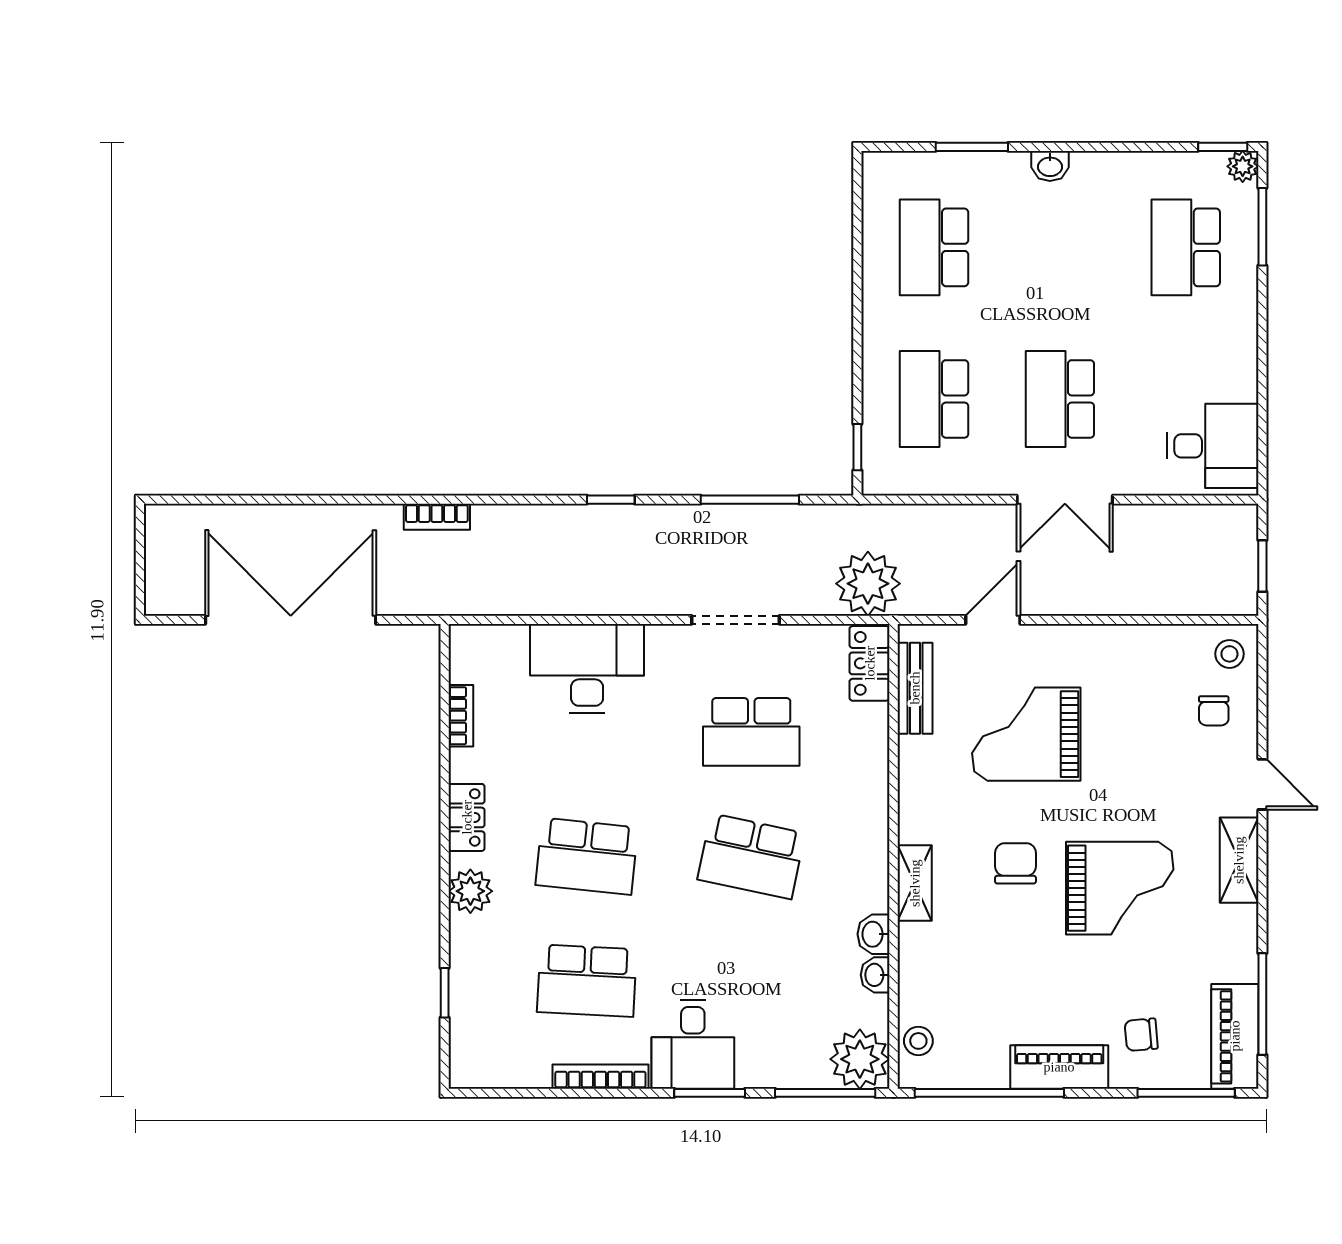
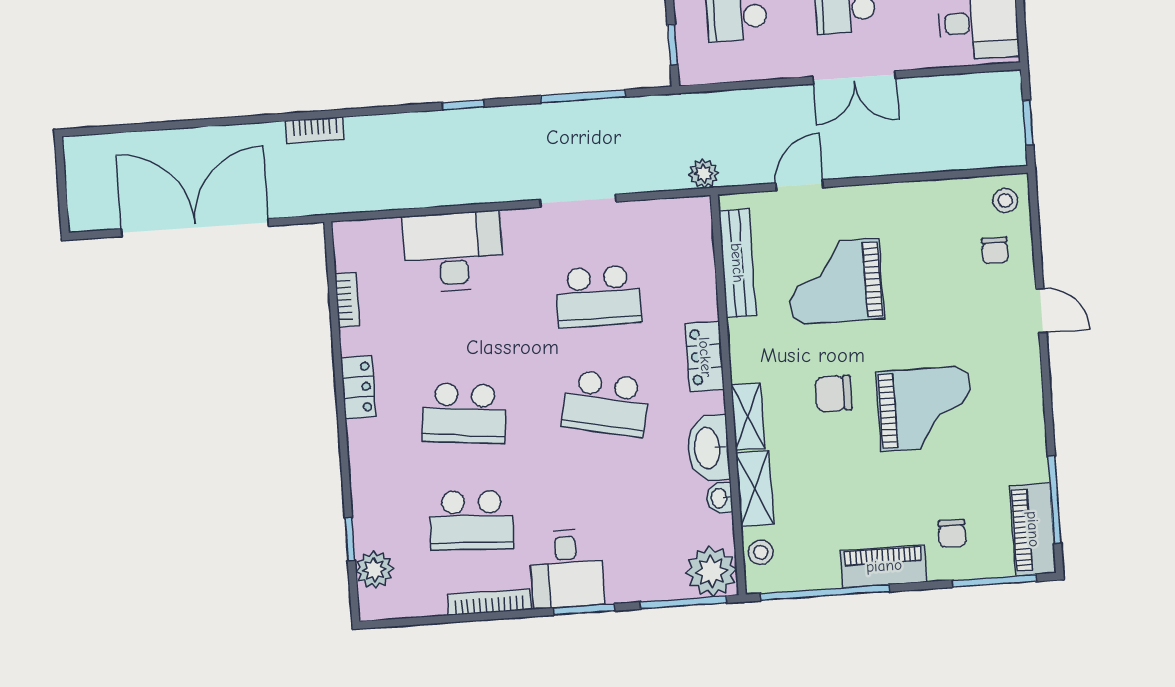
plant: (868, 584) -> (704, 174), width x0.53, depth x0.53
locker: (870, 663) -> (705, 357), moved
bench: (915, 688) -> (737, 263), width x1.36
shelving: (1239, 860) -> (755, 489), moved
chair: (1015, 863) -> (834, 393), turned -90
plant: (470, 891) -> (374, 570), moved
washbasin: (873, 934) -> (708, 448), width x1.91, depth x1.45
chair: (1141, 1035) -> (952, 533), turned -85

